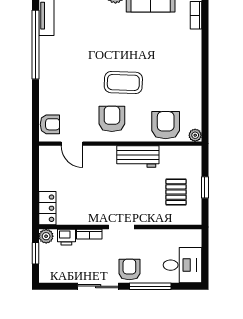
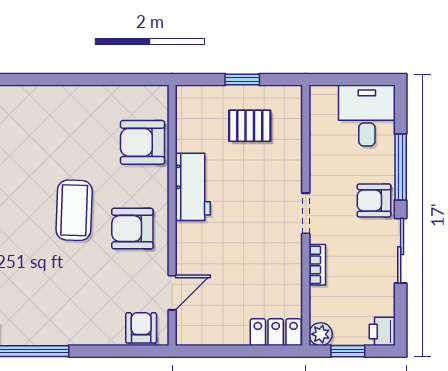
plant: (195, 135) -> (159, 95), removed
printer: (66, 237) -> (382, 331), moved, turned 180

